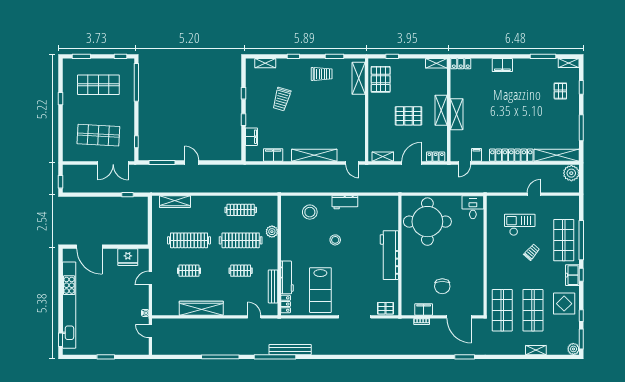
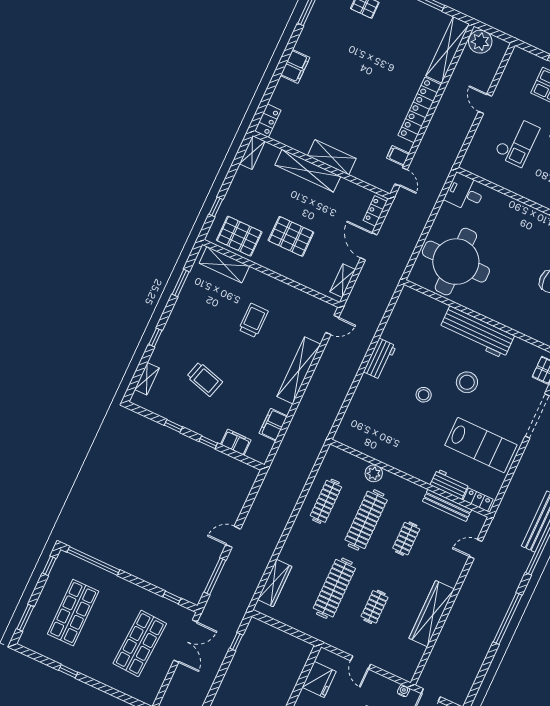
trolley: (322, 74) -> (253, 320), moved
shelving: (441, 110) -> (308, 171), width x1.47
pallet: (408, 116) -> (291, 236), moved, turned 90
stool: (310, 212) -> (467, 382), moved
checkout: (520, 225) -> (517, 141), turned 180
workbench: (287, 277) -> (450, 484), width x0.73

